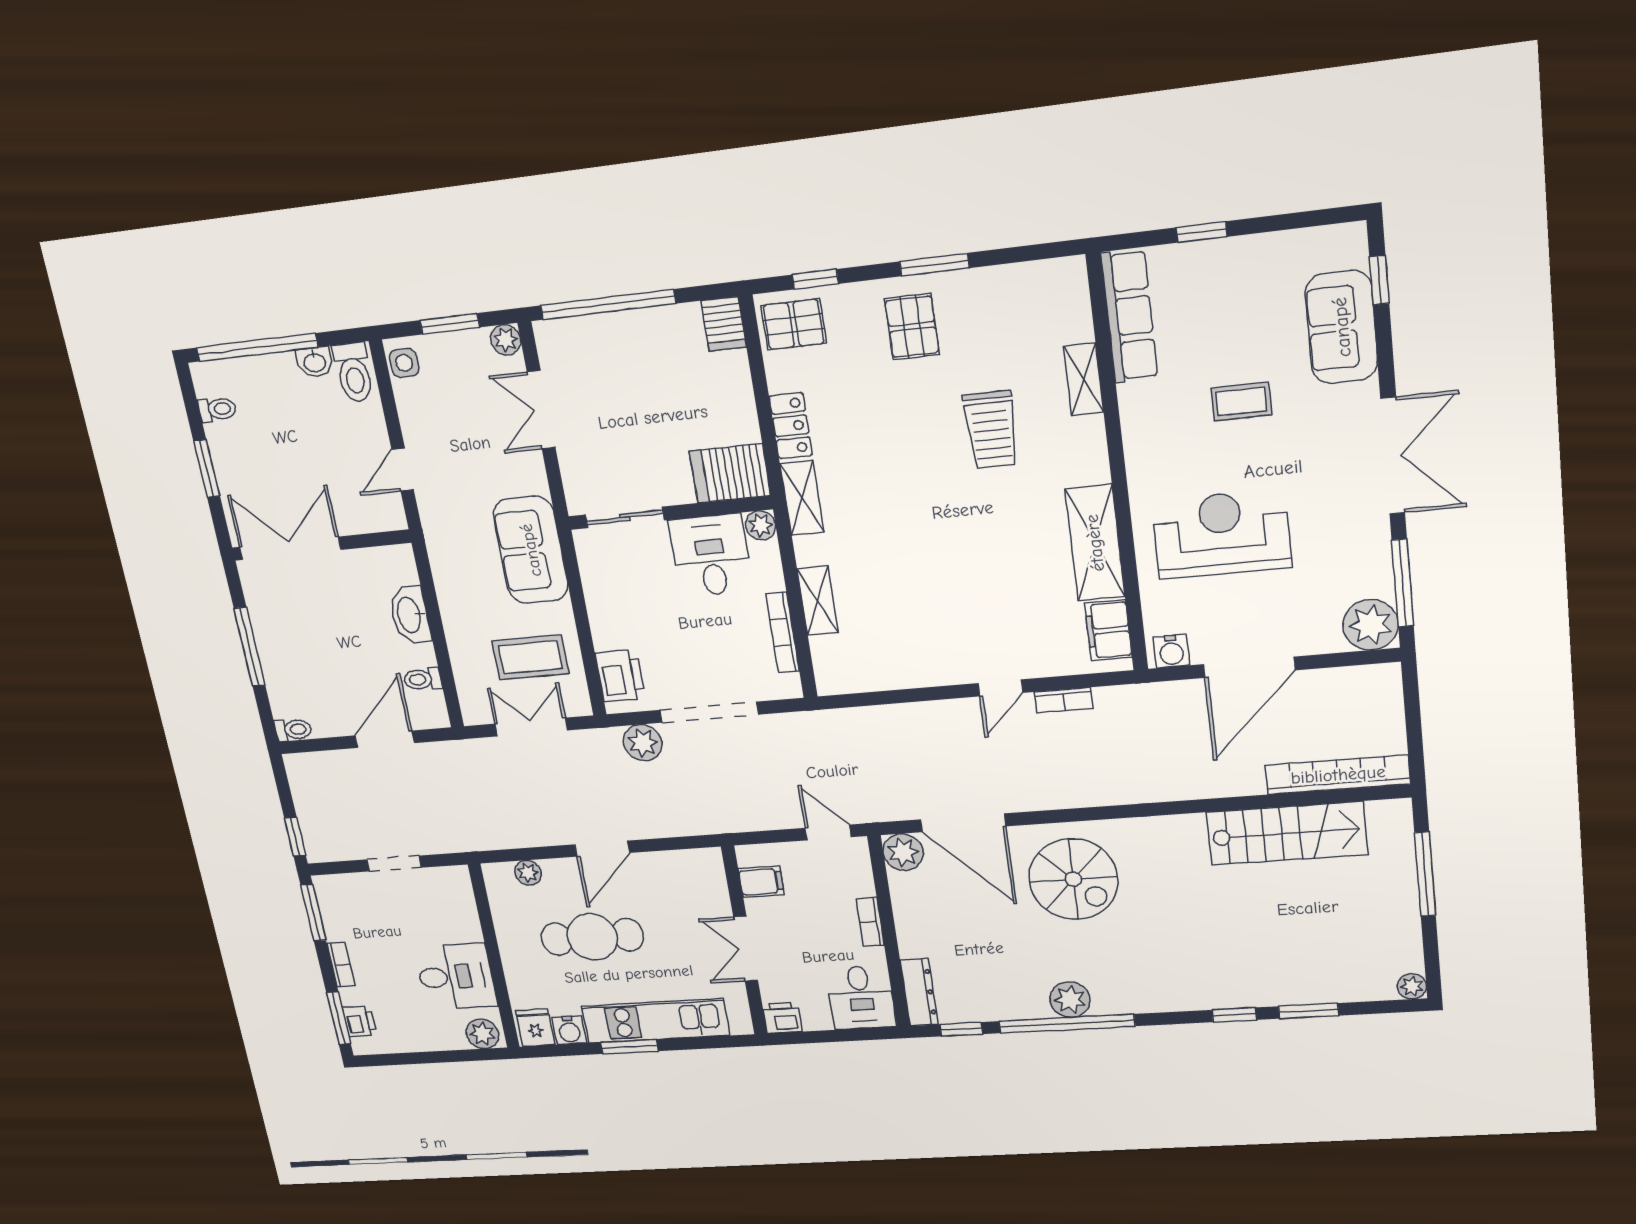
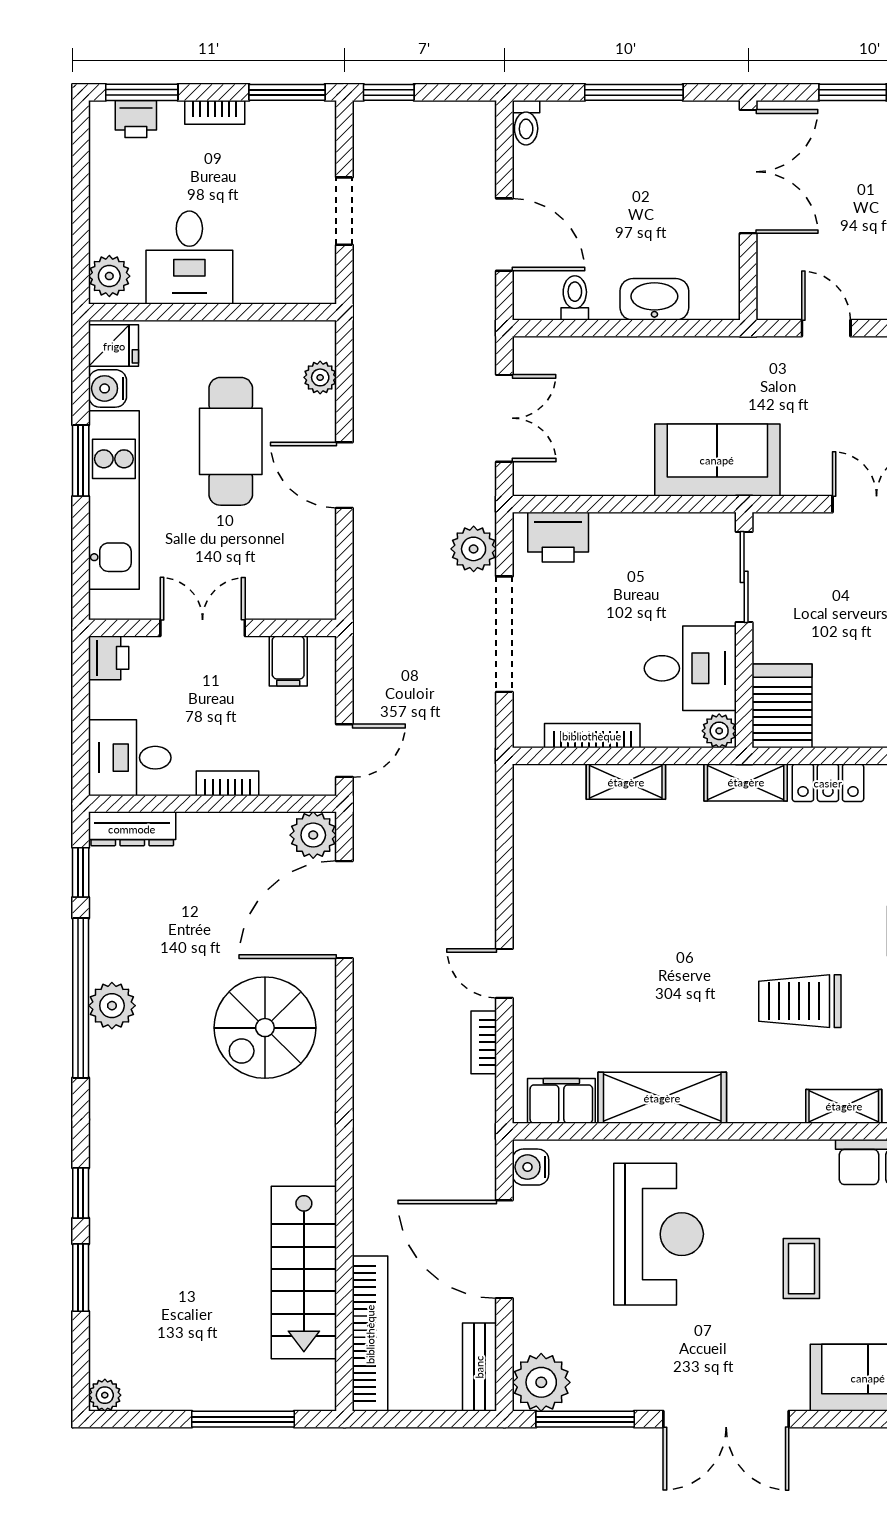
coffee table: (530, 657) -> (590, 434), removed
bench: (1361, 680) -> (479, 1367), added

